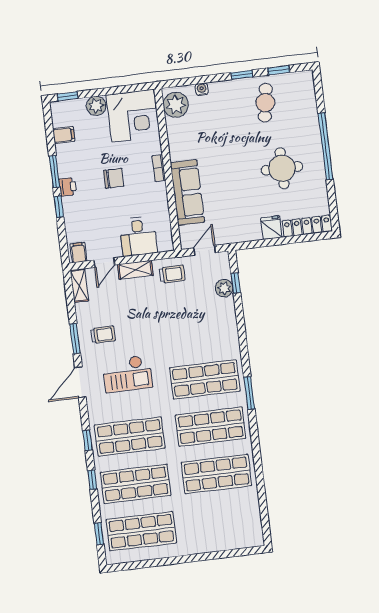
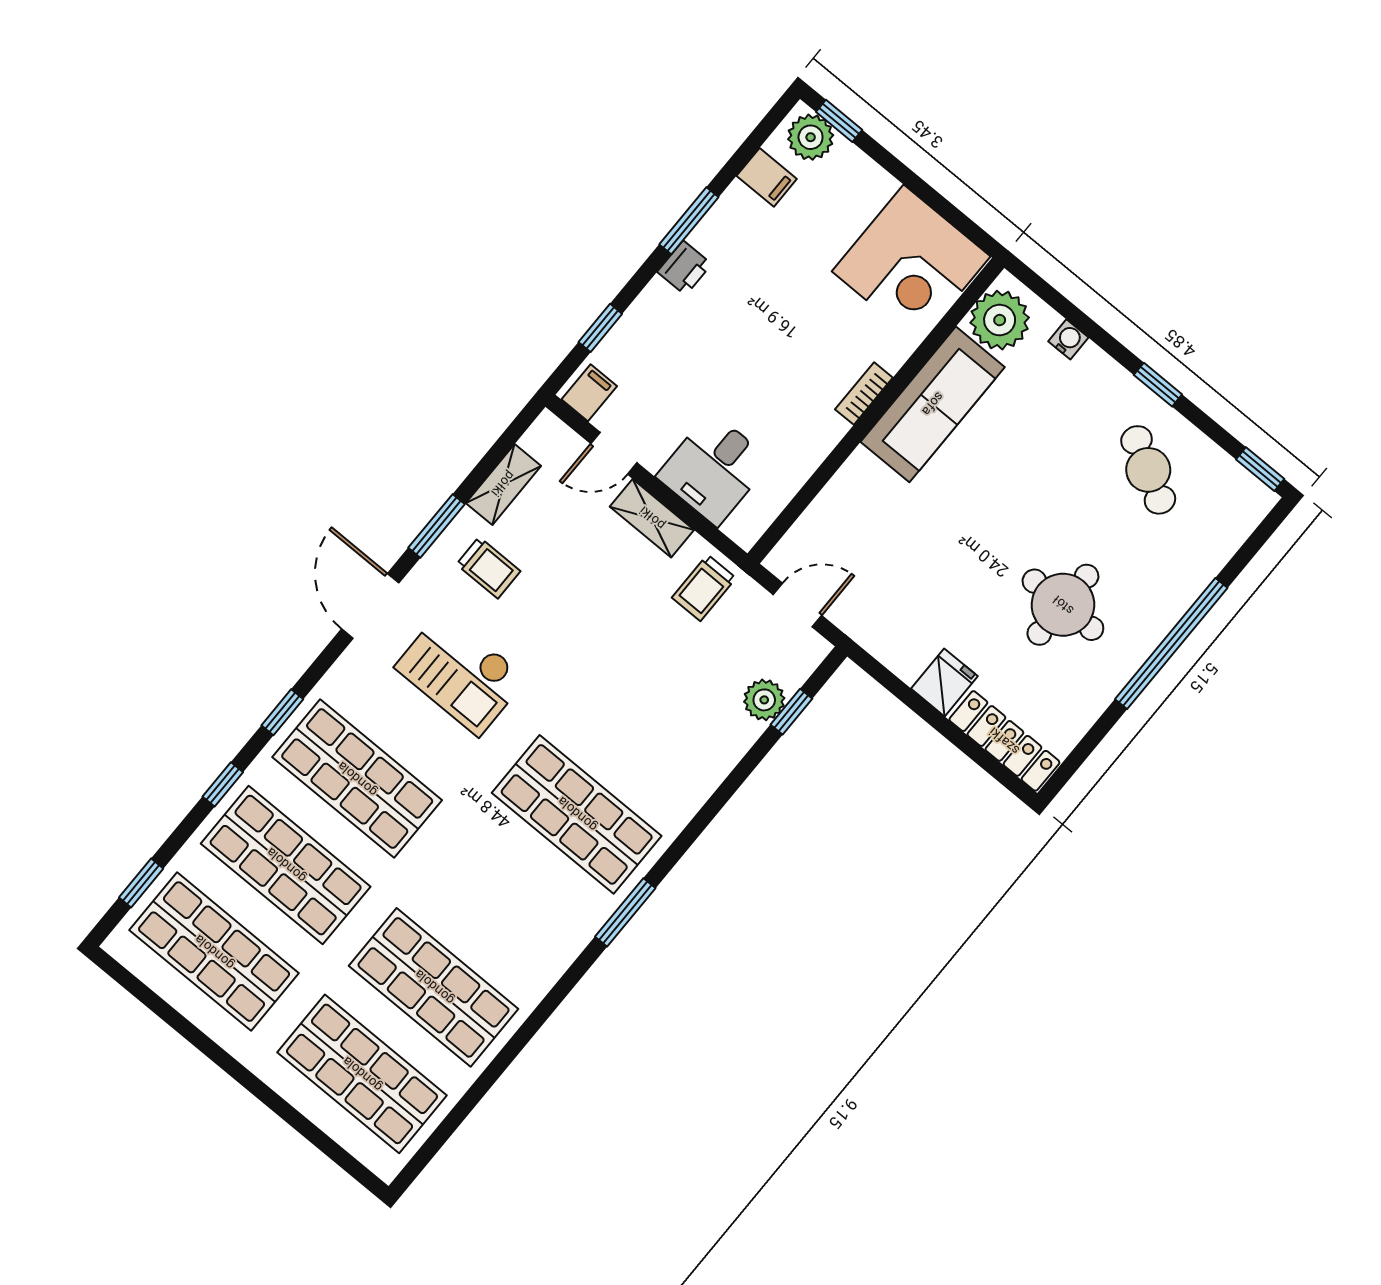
window: (279, 70) -> (1260, 469), moved
cafe table: (265, 103) -> (1148, 470), turned -70
plant: (96, 106) -> (811, 137), moved
chair: (114, 178) -> (773, 333), removed
sofa: (187, 193) -> (933, 404), moved
window: (59, 207) -> (600, 328), moved
trolley: (172, 274) -> (704, 588), turned 90
shelving: (79, 285) -> (503, 484), moved
door: (80, 382) -> (370, 606), hinge flipped
shop shelf: (211, 427) -> (362, 1074), moved

